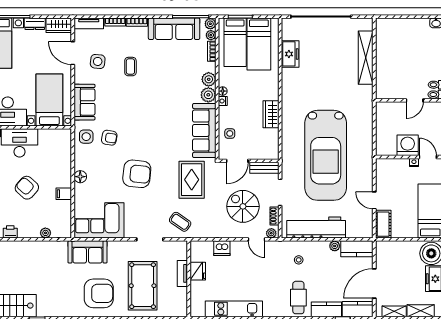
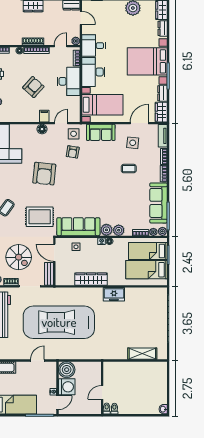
freezer: (290, 54) -> (114, 294), moved
shelving: (366, 58) -> (142, 354), width x0.68
door: (415, 100) -> (102, 392), hinge flipped
wardrobe: (271, 114) -> (91, 279), width x1.50
boiler: (386, 145) -> (67, 370), added
door: (73, 152) -> (61, 123), added
filing cabinet: (64, 194) -> (44, 116), moved
door: (374, 200) -> (37, 360), moved
spiral stairs: (243, 206) -> (19, 257), turned 90

